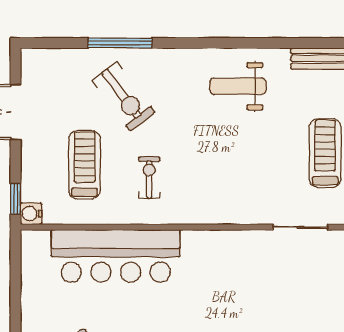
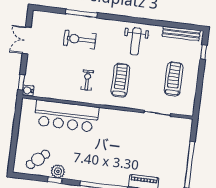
weight bench: (238, 86) -> (136, 41), turned -90
exercise bike: (124, 96) -> (80, 39), turned 127
treadmill: (85, 165) -> (120, 80), moved

